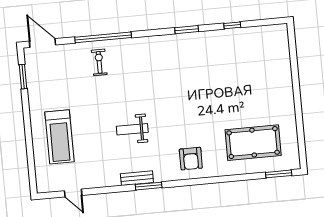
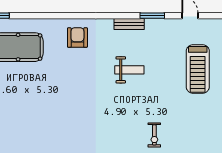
treadmill: (60, 137) -> (198, 69), turned 180
window: (149, 186) -> (152, 16), moved

